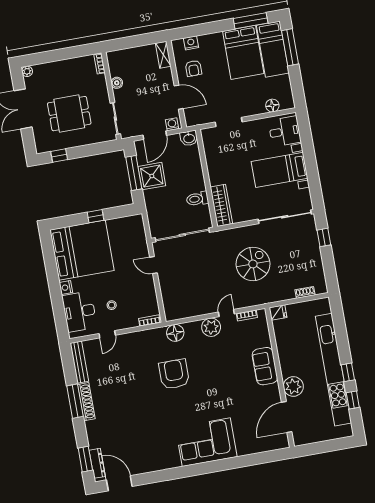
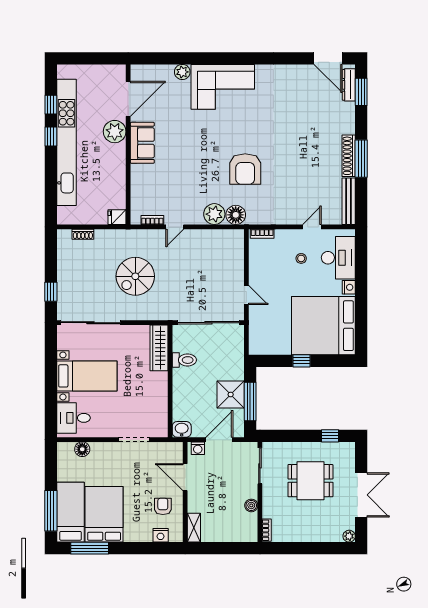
plant: (211, 327) -> (214, 214), moved
sofa: (265, 366) -> (142, 143), moved
plant: (244, 449) -> (182, 72), added

